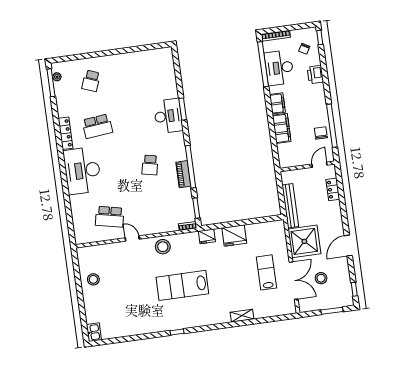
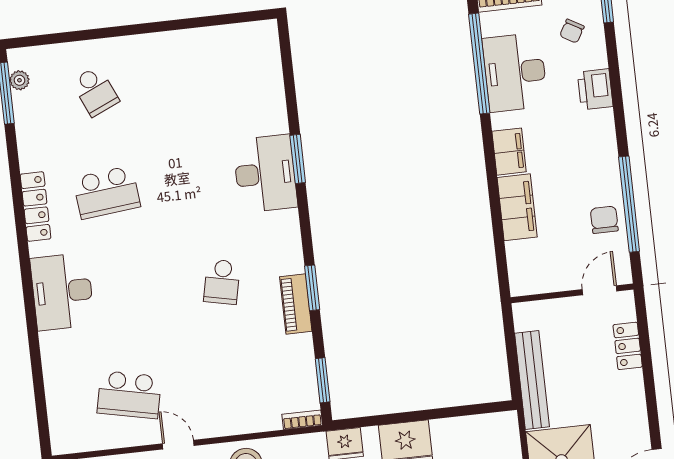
school desk: (91, 81) -> (95, 91), turned -45
window: (191, 167) -> (312, 288), width x0.47
desk: (82, 171) -> (62, 292), width x0.73, depth x0.77

